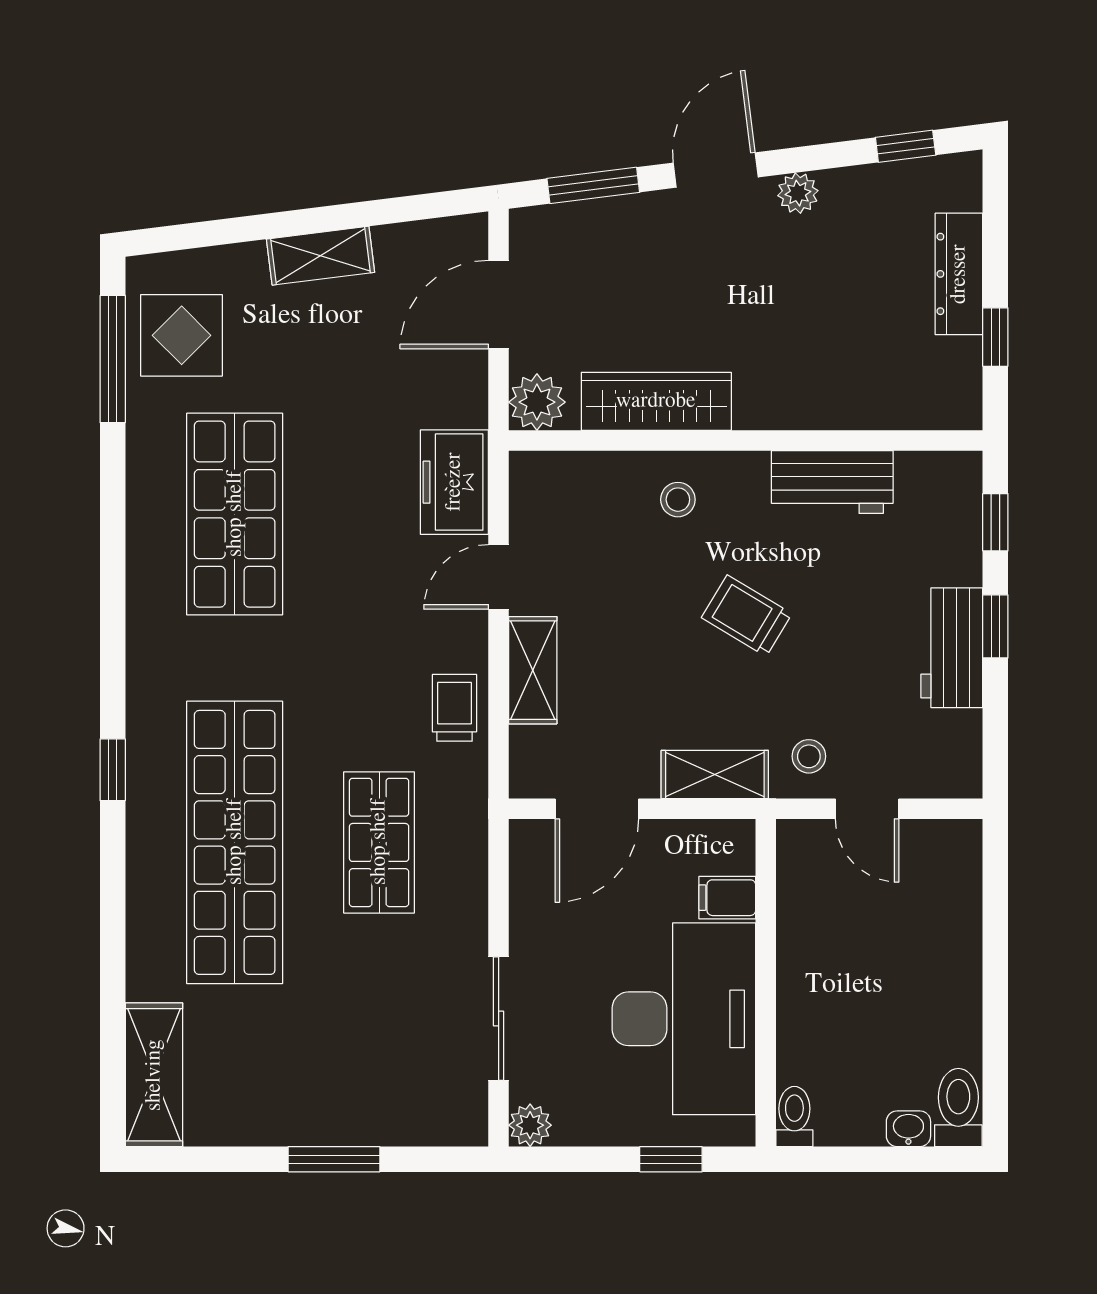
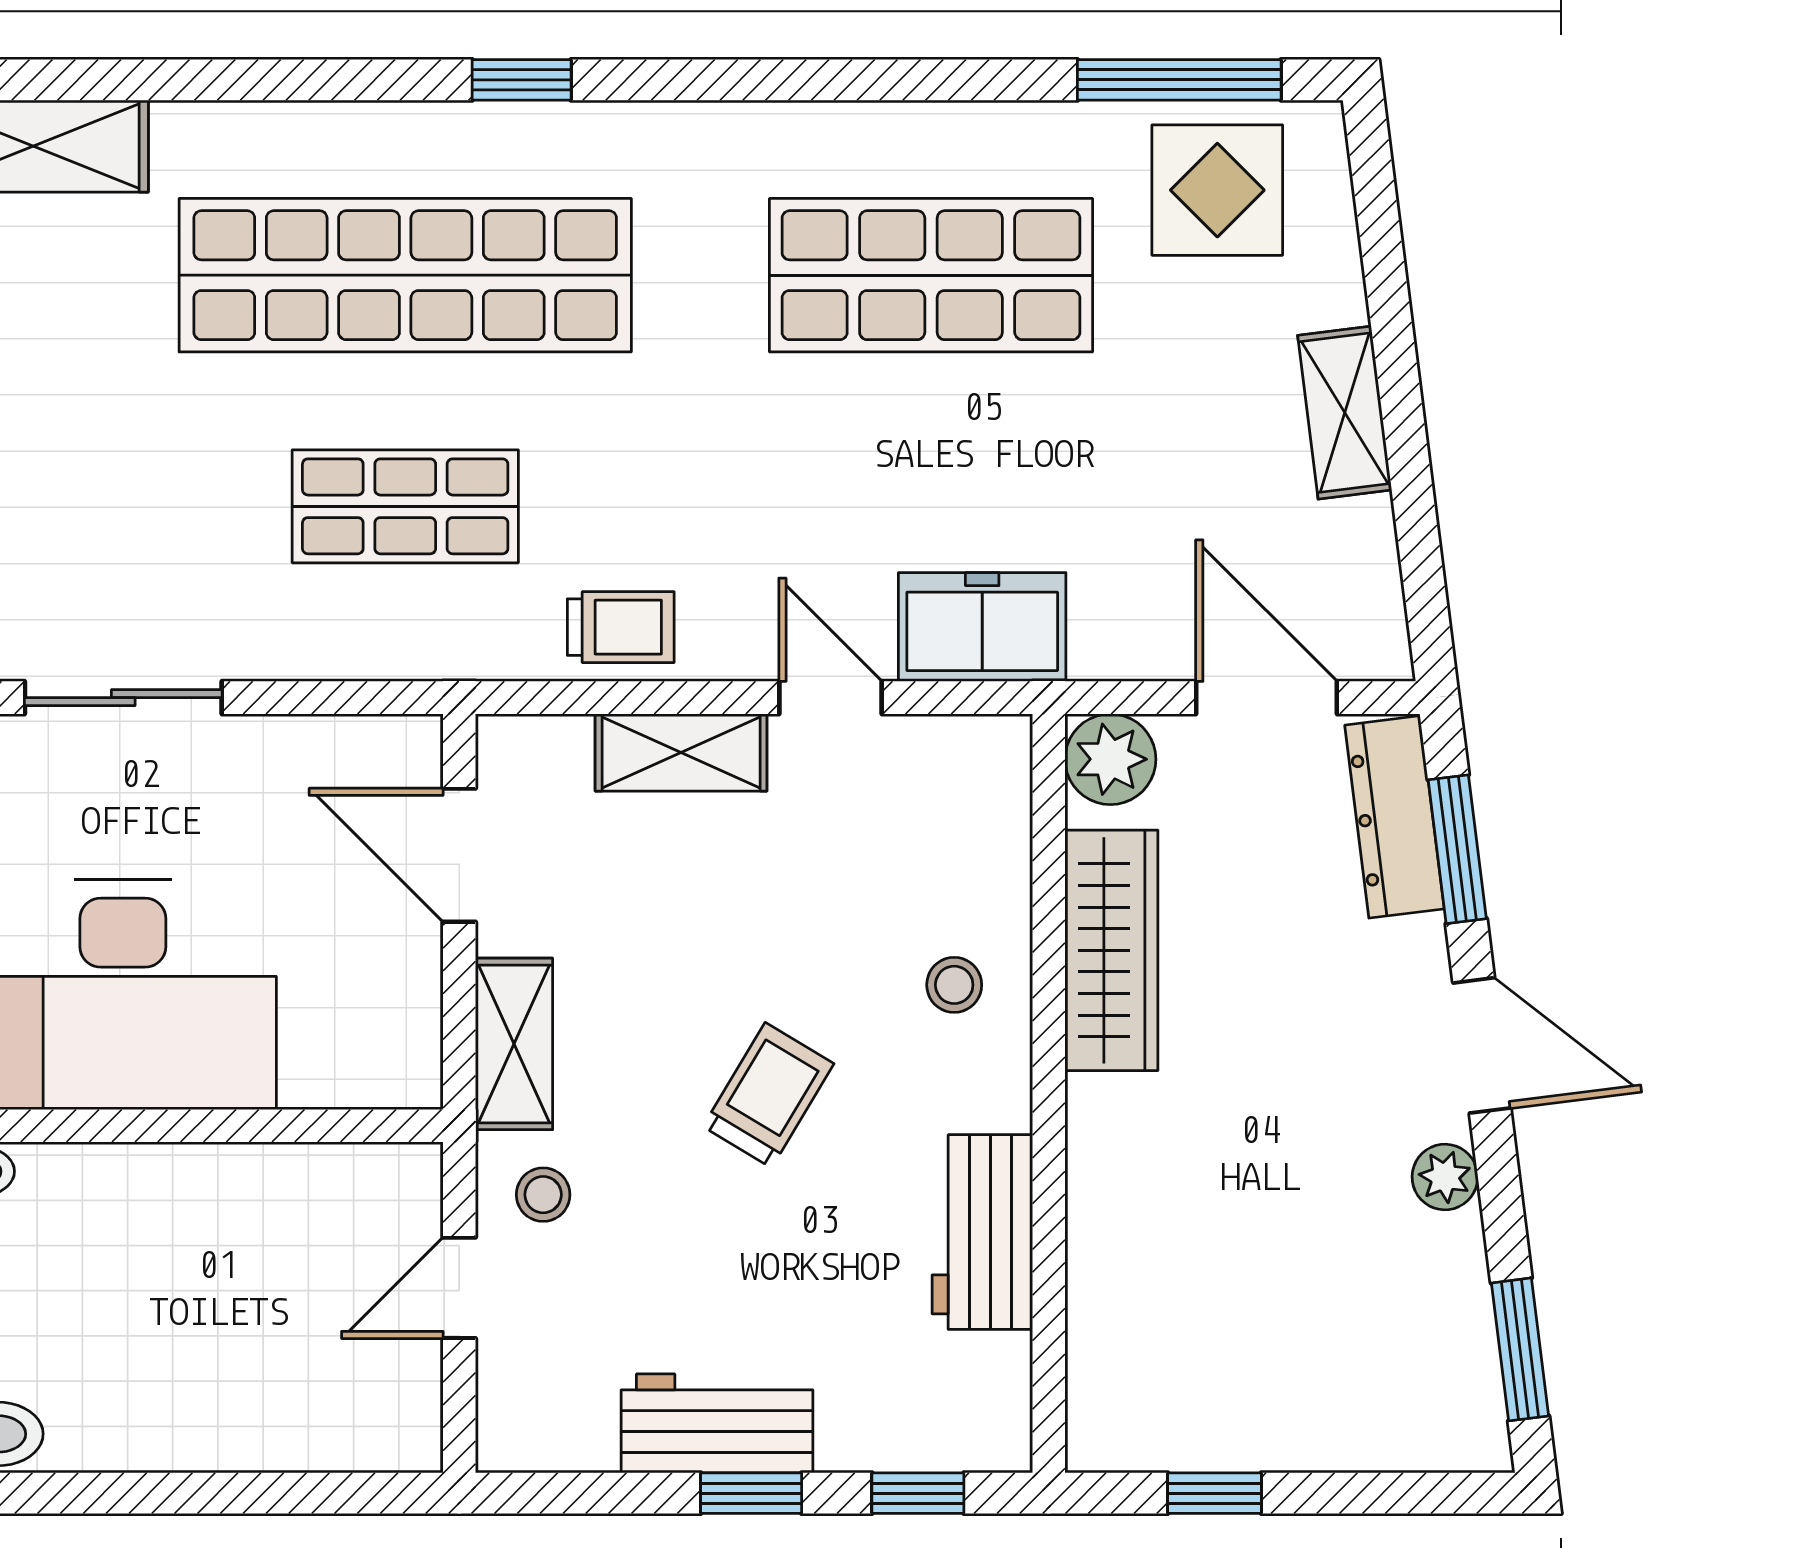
window: (906, 146) -> (1520, 1349), width x1.50
dresser: (959, 274) -> (1395, 817), moved, turned -97
filing cabinet: (727, 898) -> (317, 1064), removed

